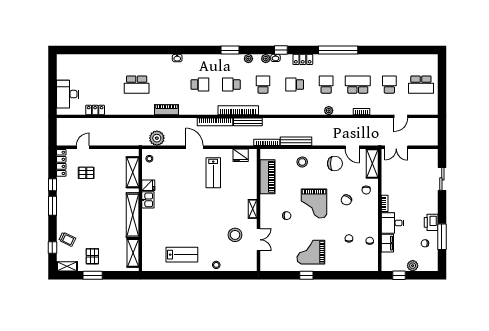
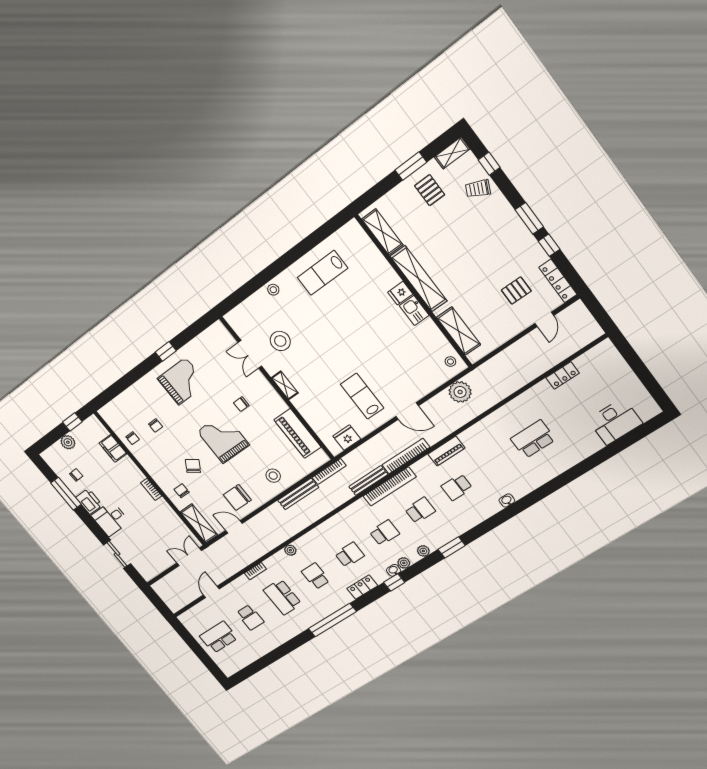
school desk: (263, 85) -> (384, 533), turned -90
school desk: (326, 85) -> (316, 576), turned 180
school desk: (358, 85) -> (282, 597), turned 90
desk: (68, 94) -> (615, 422), moved, turned 90
piano: (167, 110) -> (446, 451), moved
fridge: (148, 185) -> (400, 293), moved
desk: (392, 223) -> (110, 519), moved, turned 180

